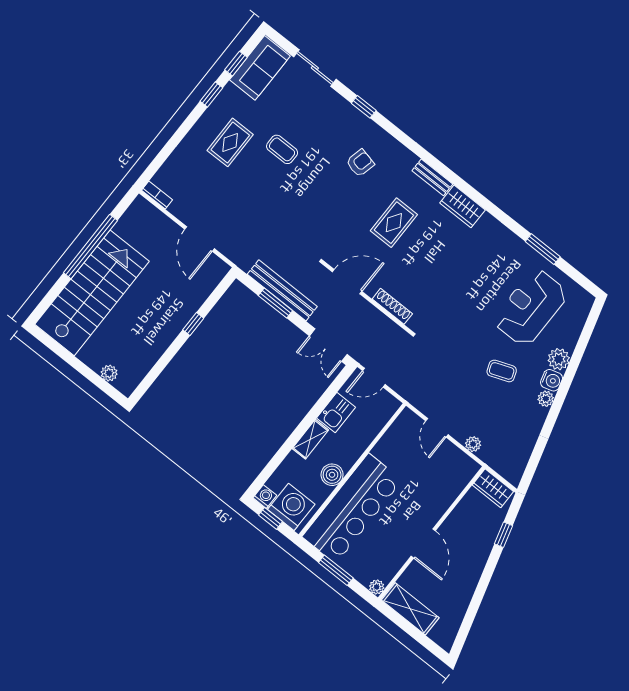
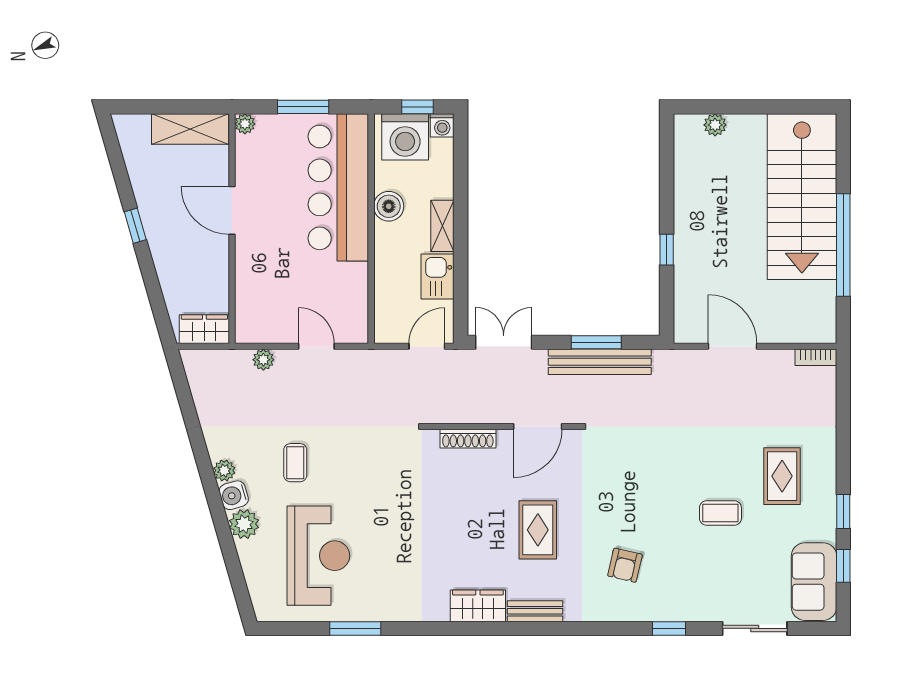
coffee table: (502, 371) -> (295, 463), turned -69
window: (504, 535) -> (135, 226), moved

